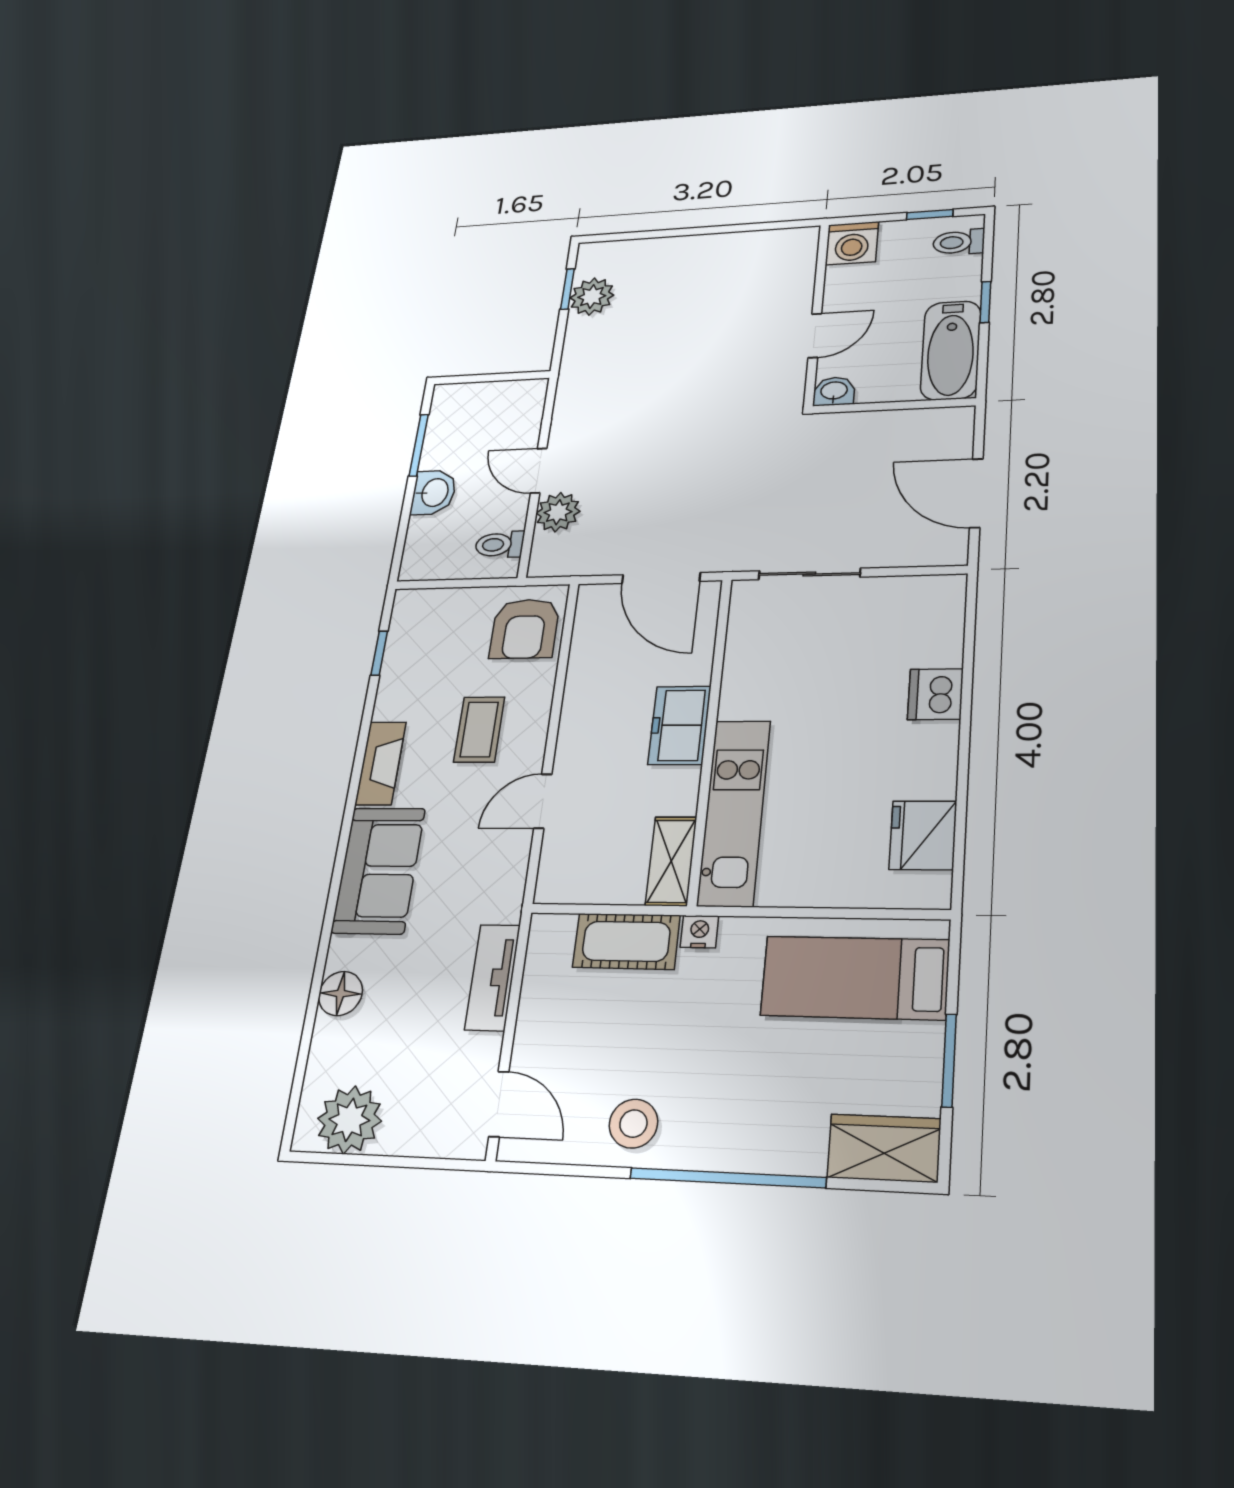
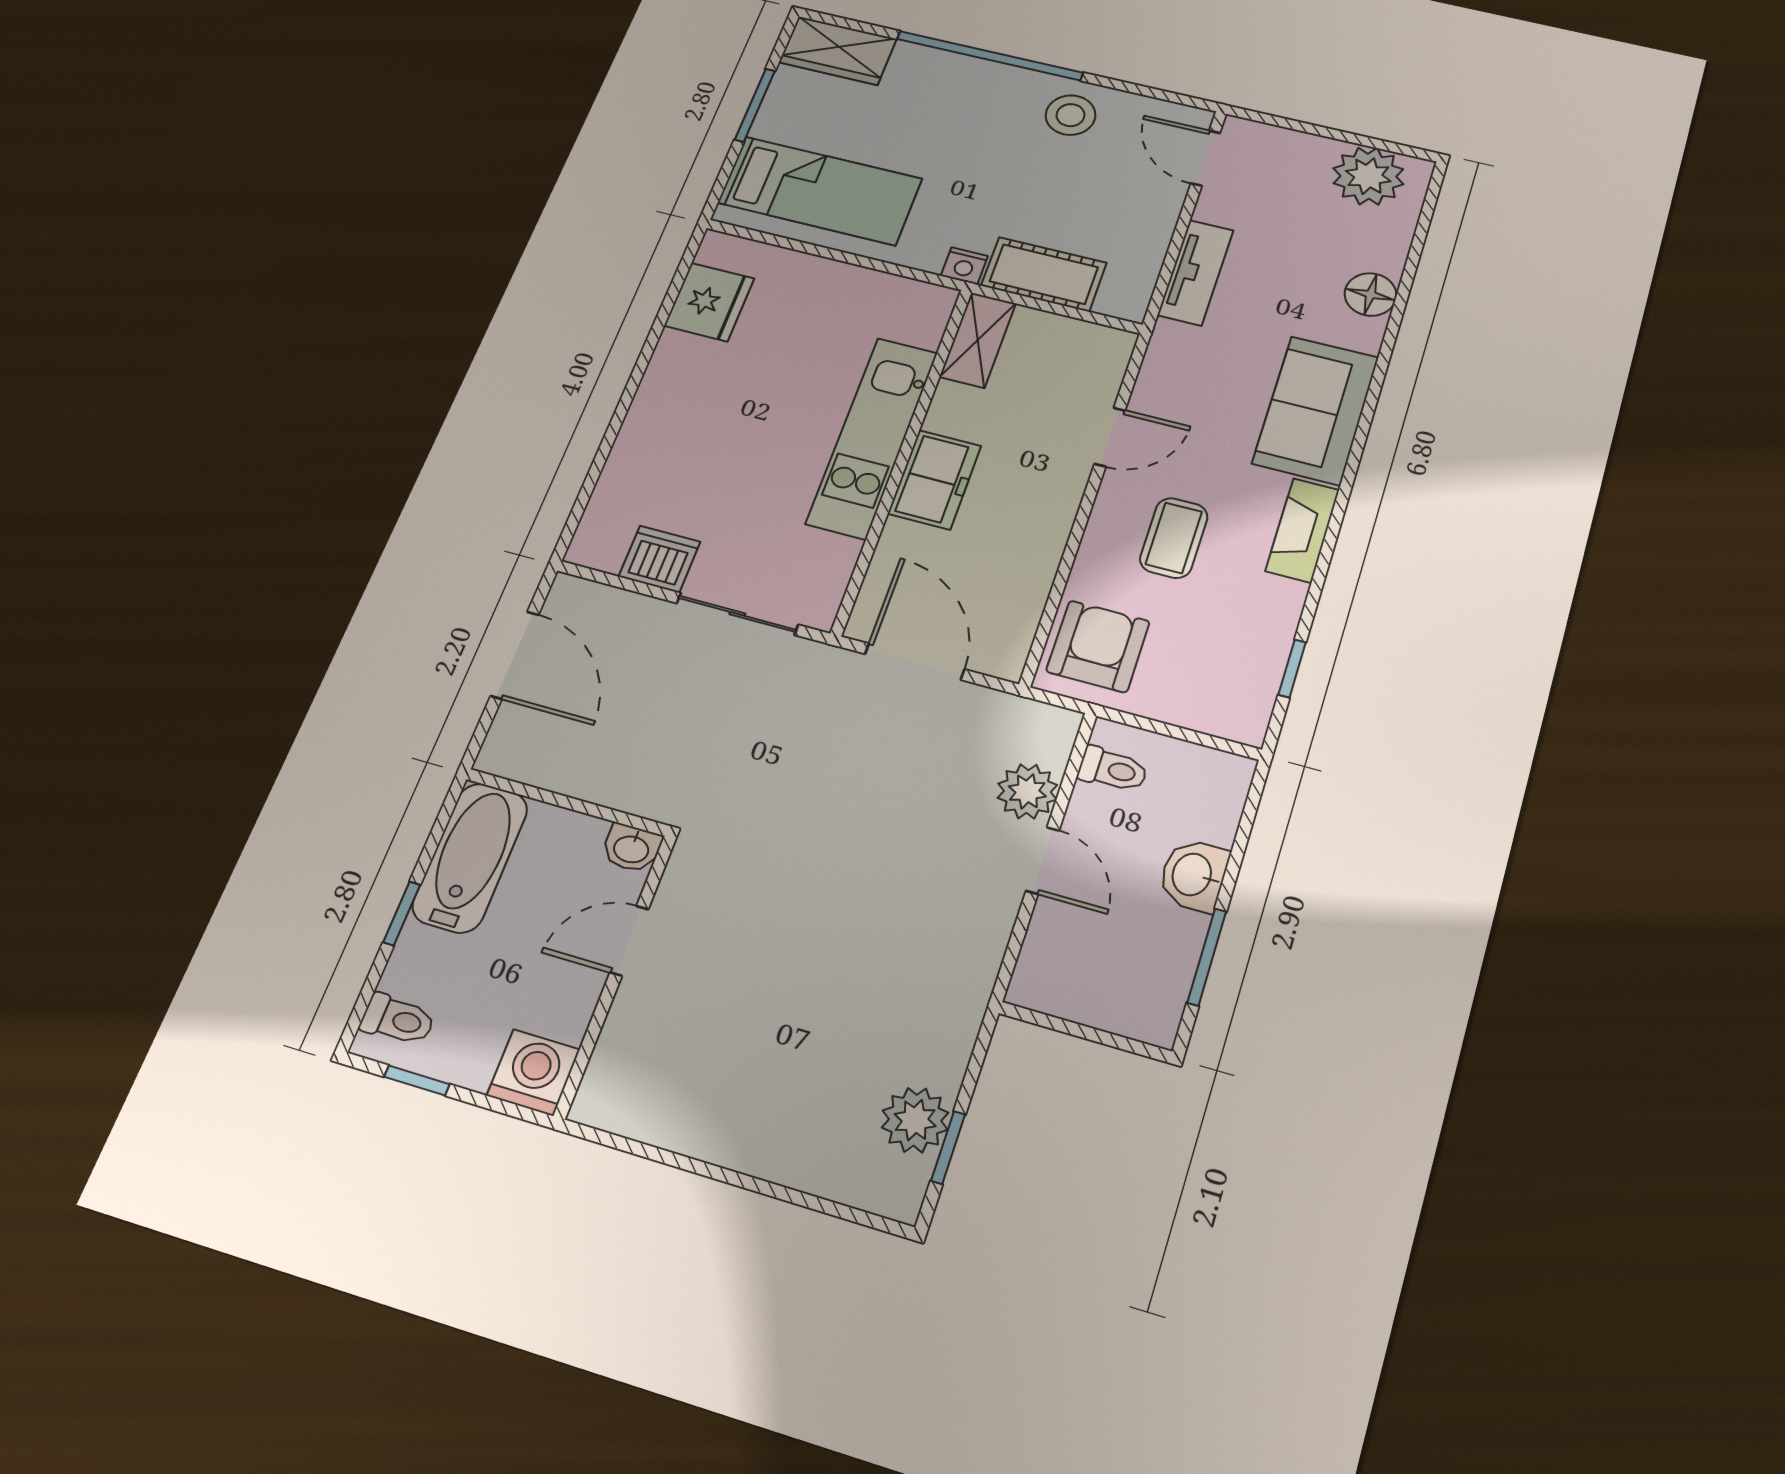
dishwasher: (935, 694) -> (660, 559), moved, turned -90
kitchen unit: (734, 812) -> (872, 437), moved

